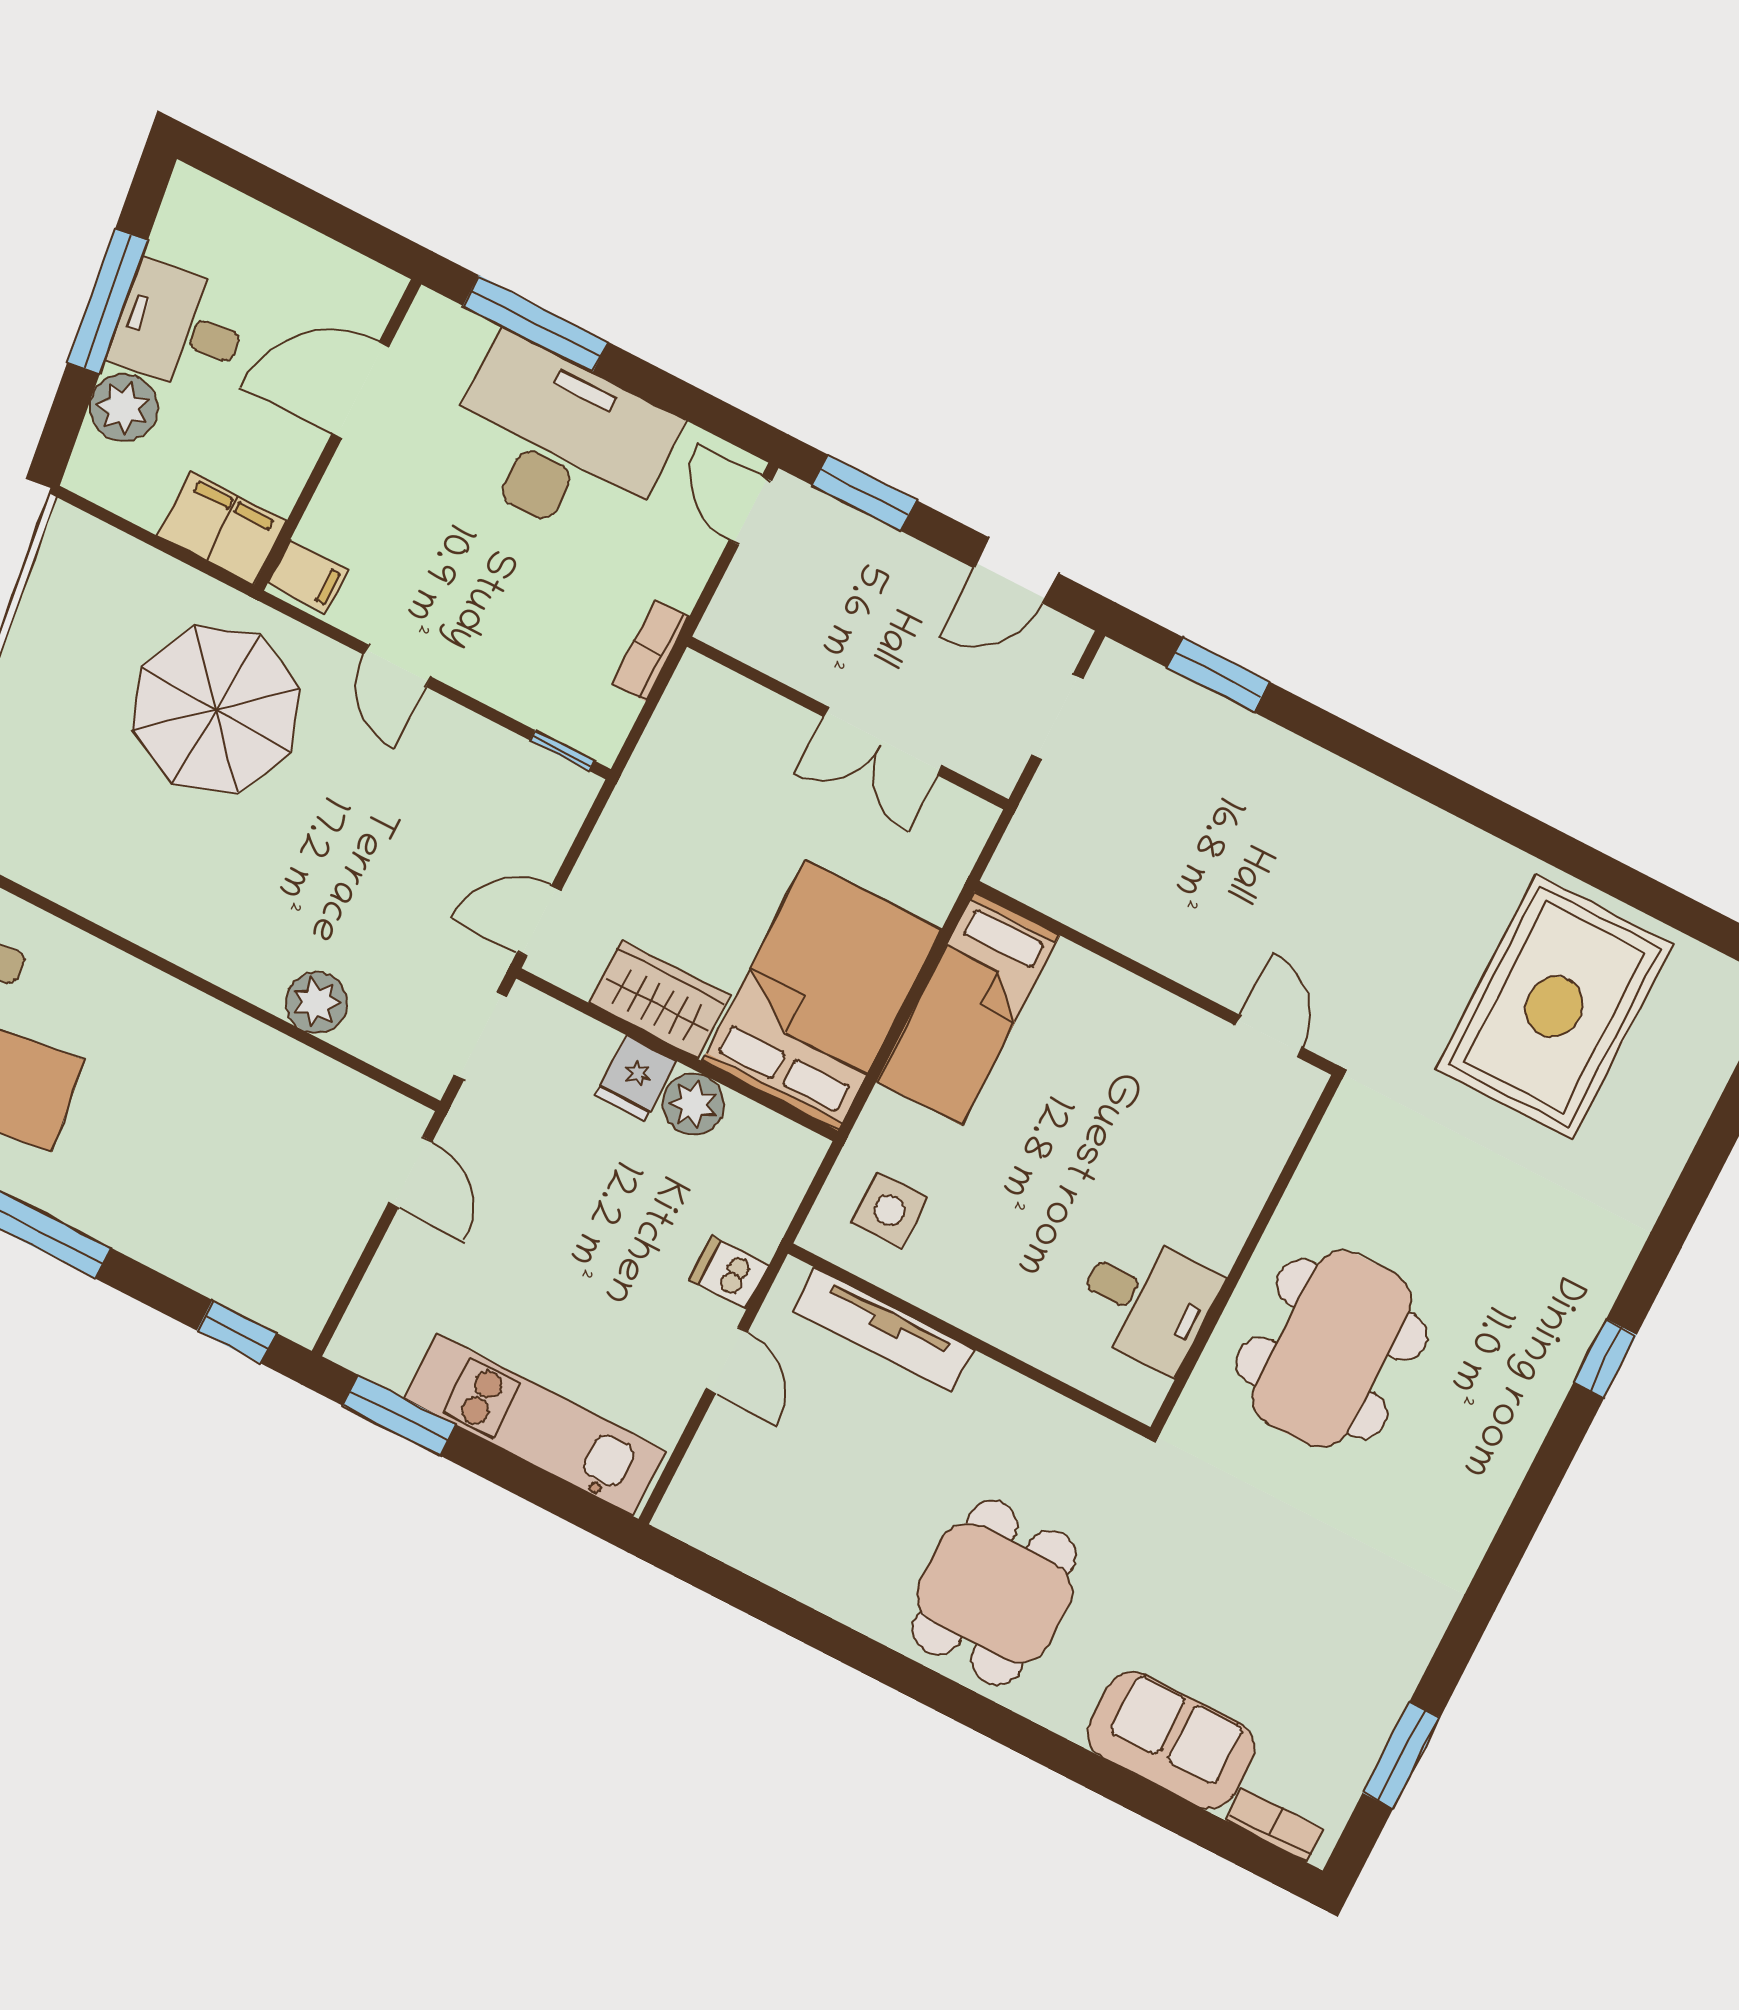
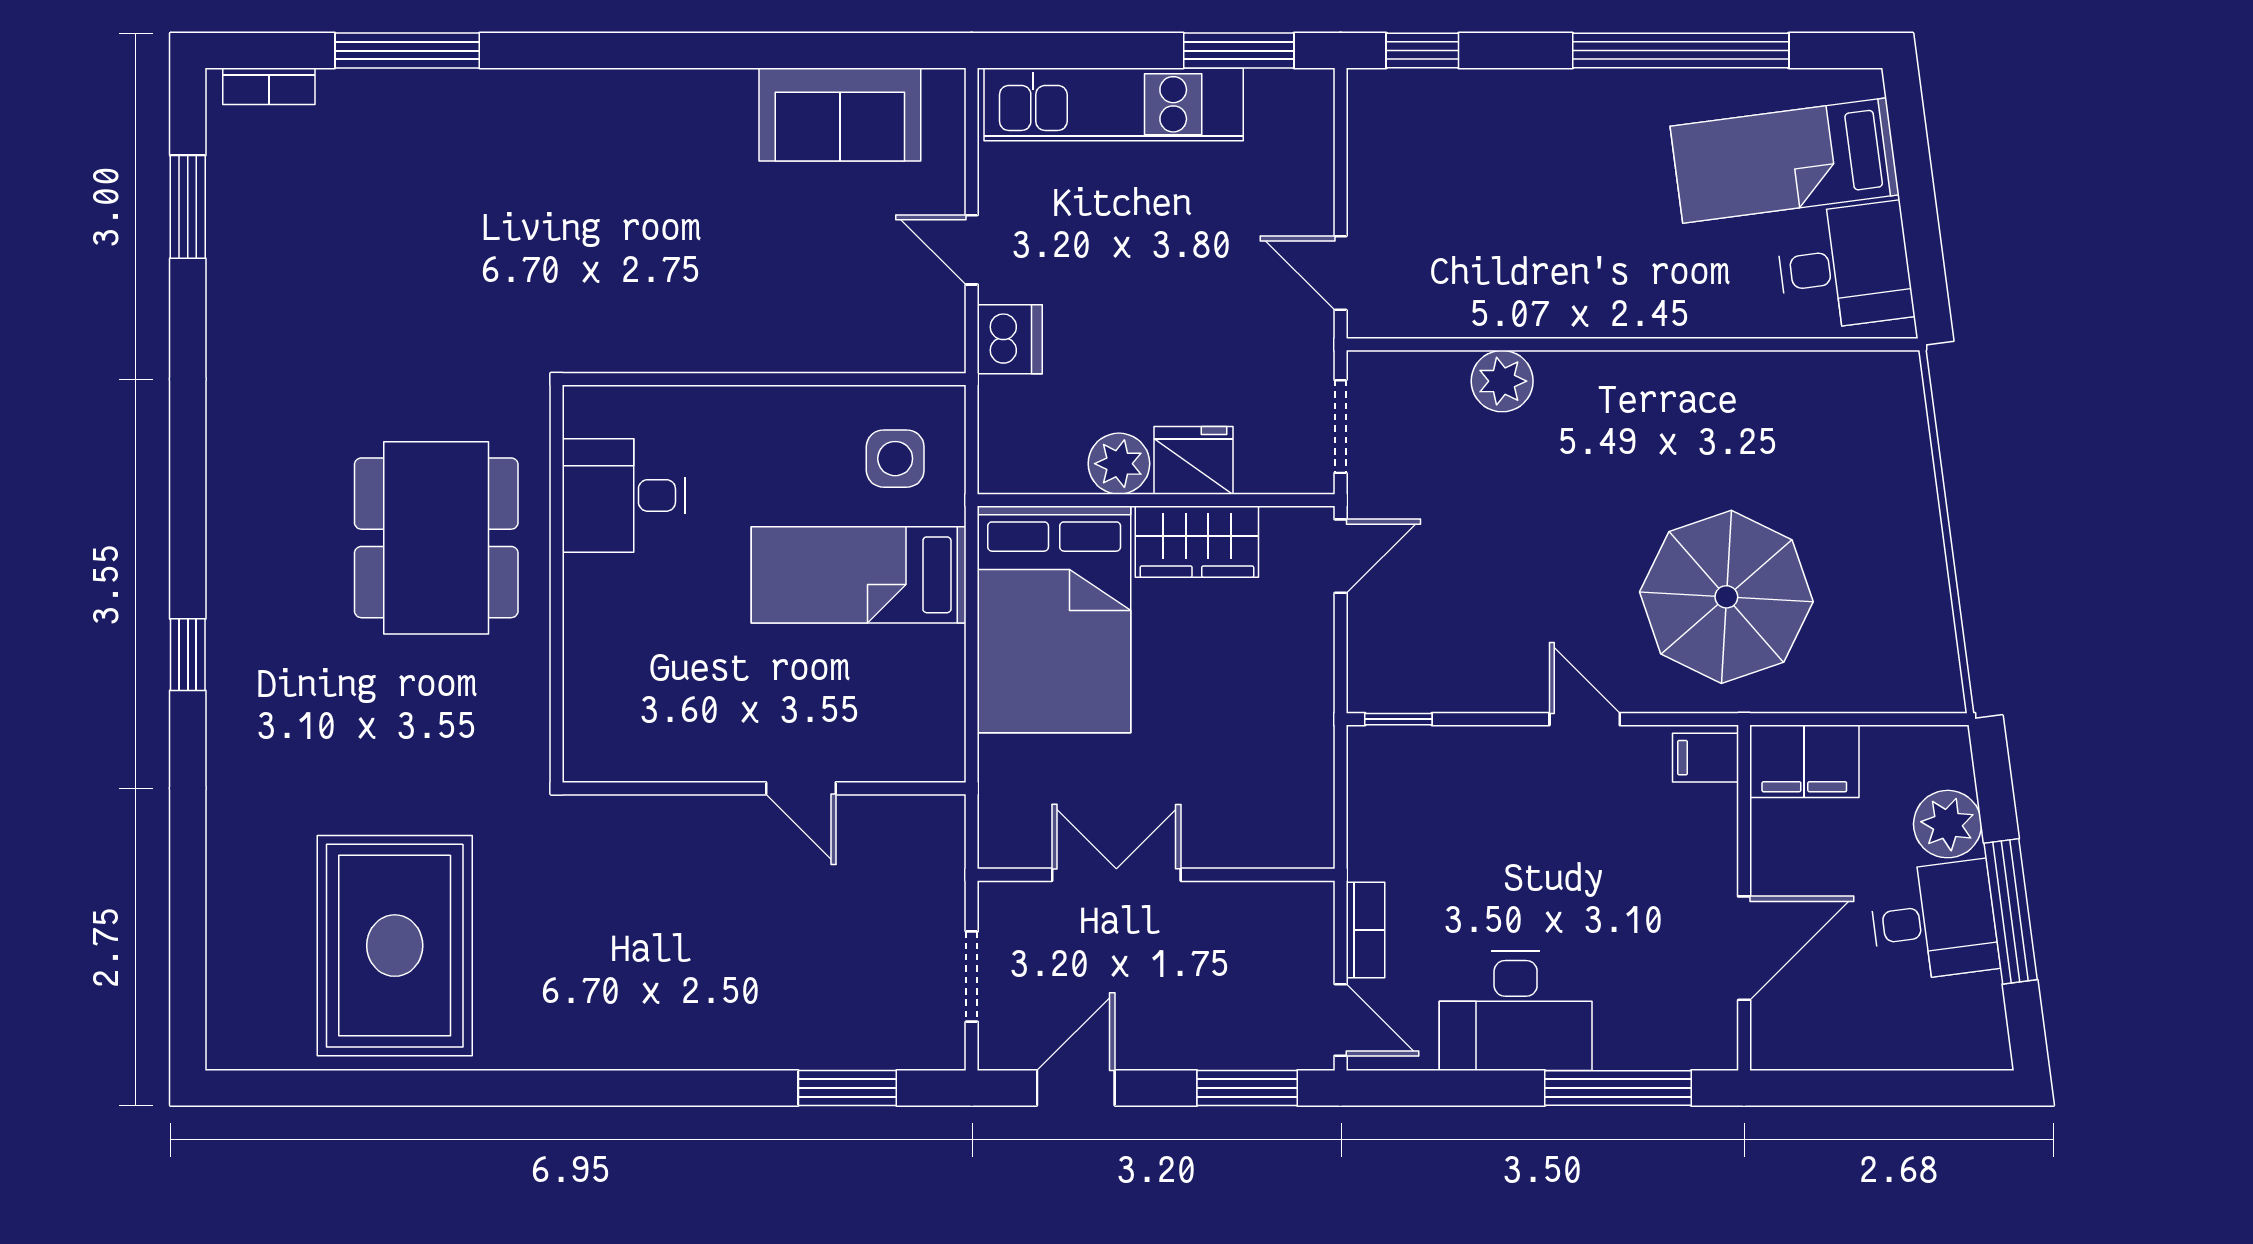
desk: (558, 442) -> (1516, 1011), width x0.73, depth x0.77
bookcase: (651, 650) -> (1365, 930), moved
bed: (968, 1008) -> (859, 575), moved, turned -90
door: (1269, 1036) -> (801, 788), moved
fridge: (636, 1078) -> (1194, 460), width x1.38
dishwasher: (729, 1272) -> (1010, 339), width x1.38
tv unit: (883, 1330) -> (846, 349), removed
dining table: (994, 1593) -> (626, 165), removed
sofa: (1171, 1740) -> (840, 114), moved
window: (1136, 1794) -> (407, 51), added

